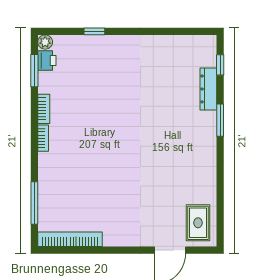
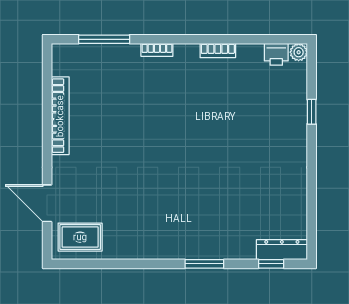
window: (34, 71) -> (264, 39), removed
dresser: (208, 89) -> (282, 250), moved
bookcase: (43, 138) -> (157, 50), moved
bookcase: (70, 239) -> (60, 116), moved

